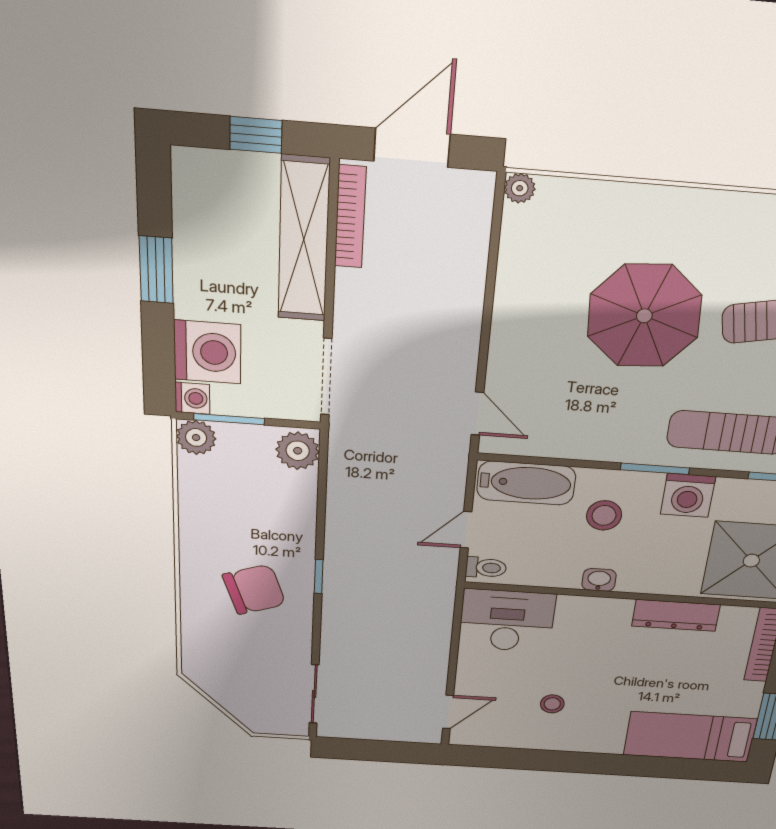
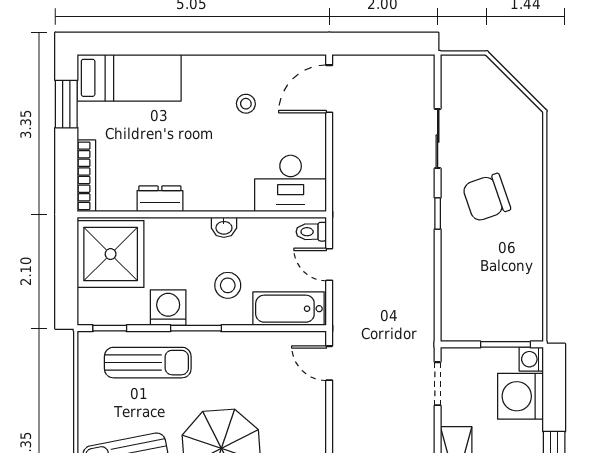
doorway: (326, 377) -> (438, 384), width x0.73
plant: (196, 438) -> (529, 327), removed
plant: (298, 451) -> (456, 322), removed
door: (466, 530) -> (329, 265), swing flipped
dresser: (676, 615) -> (160, 199), width x0.70
sliding door: (314, 694) -> (438, 139), moved
door: (448, 712) -> (329, 89), width x1.38

